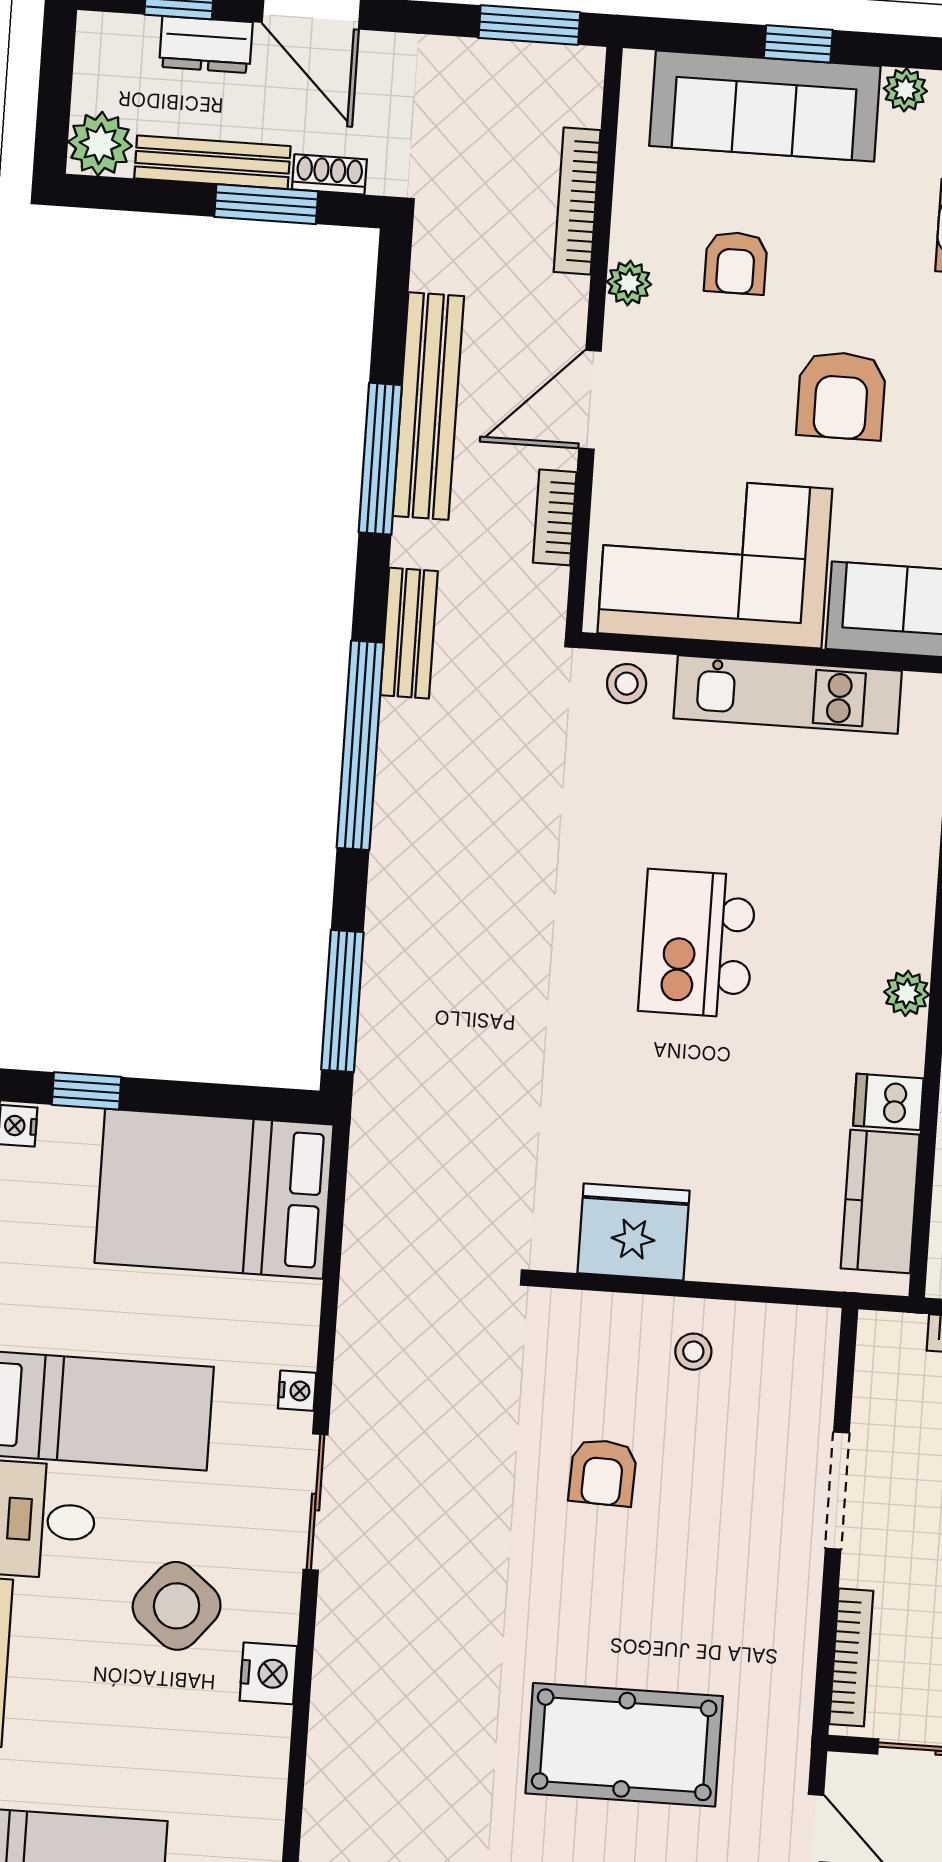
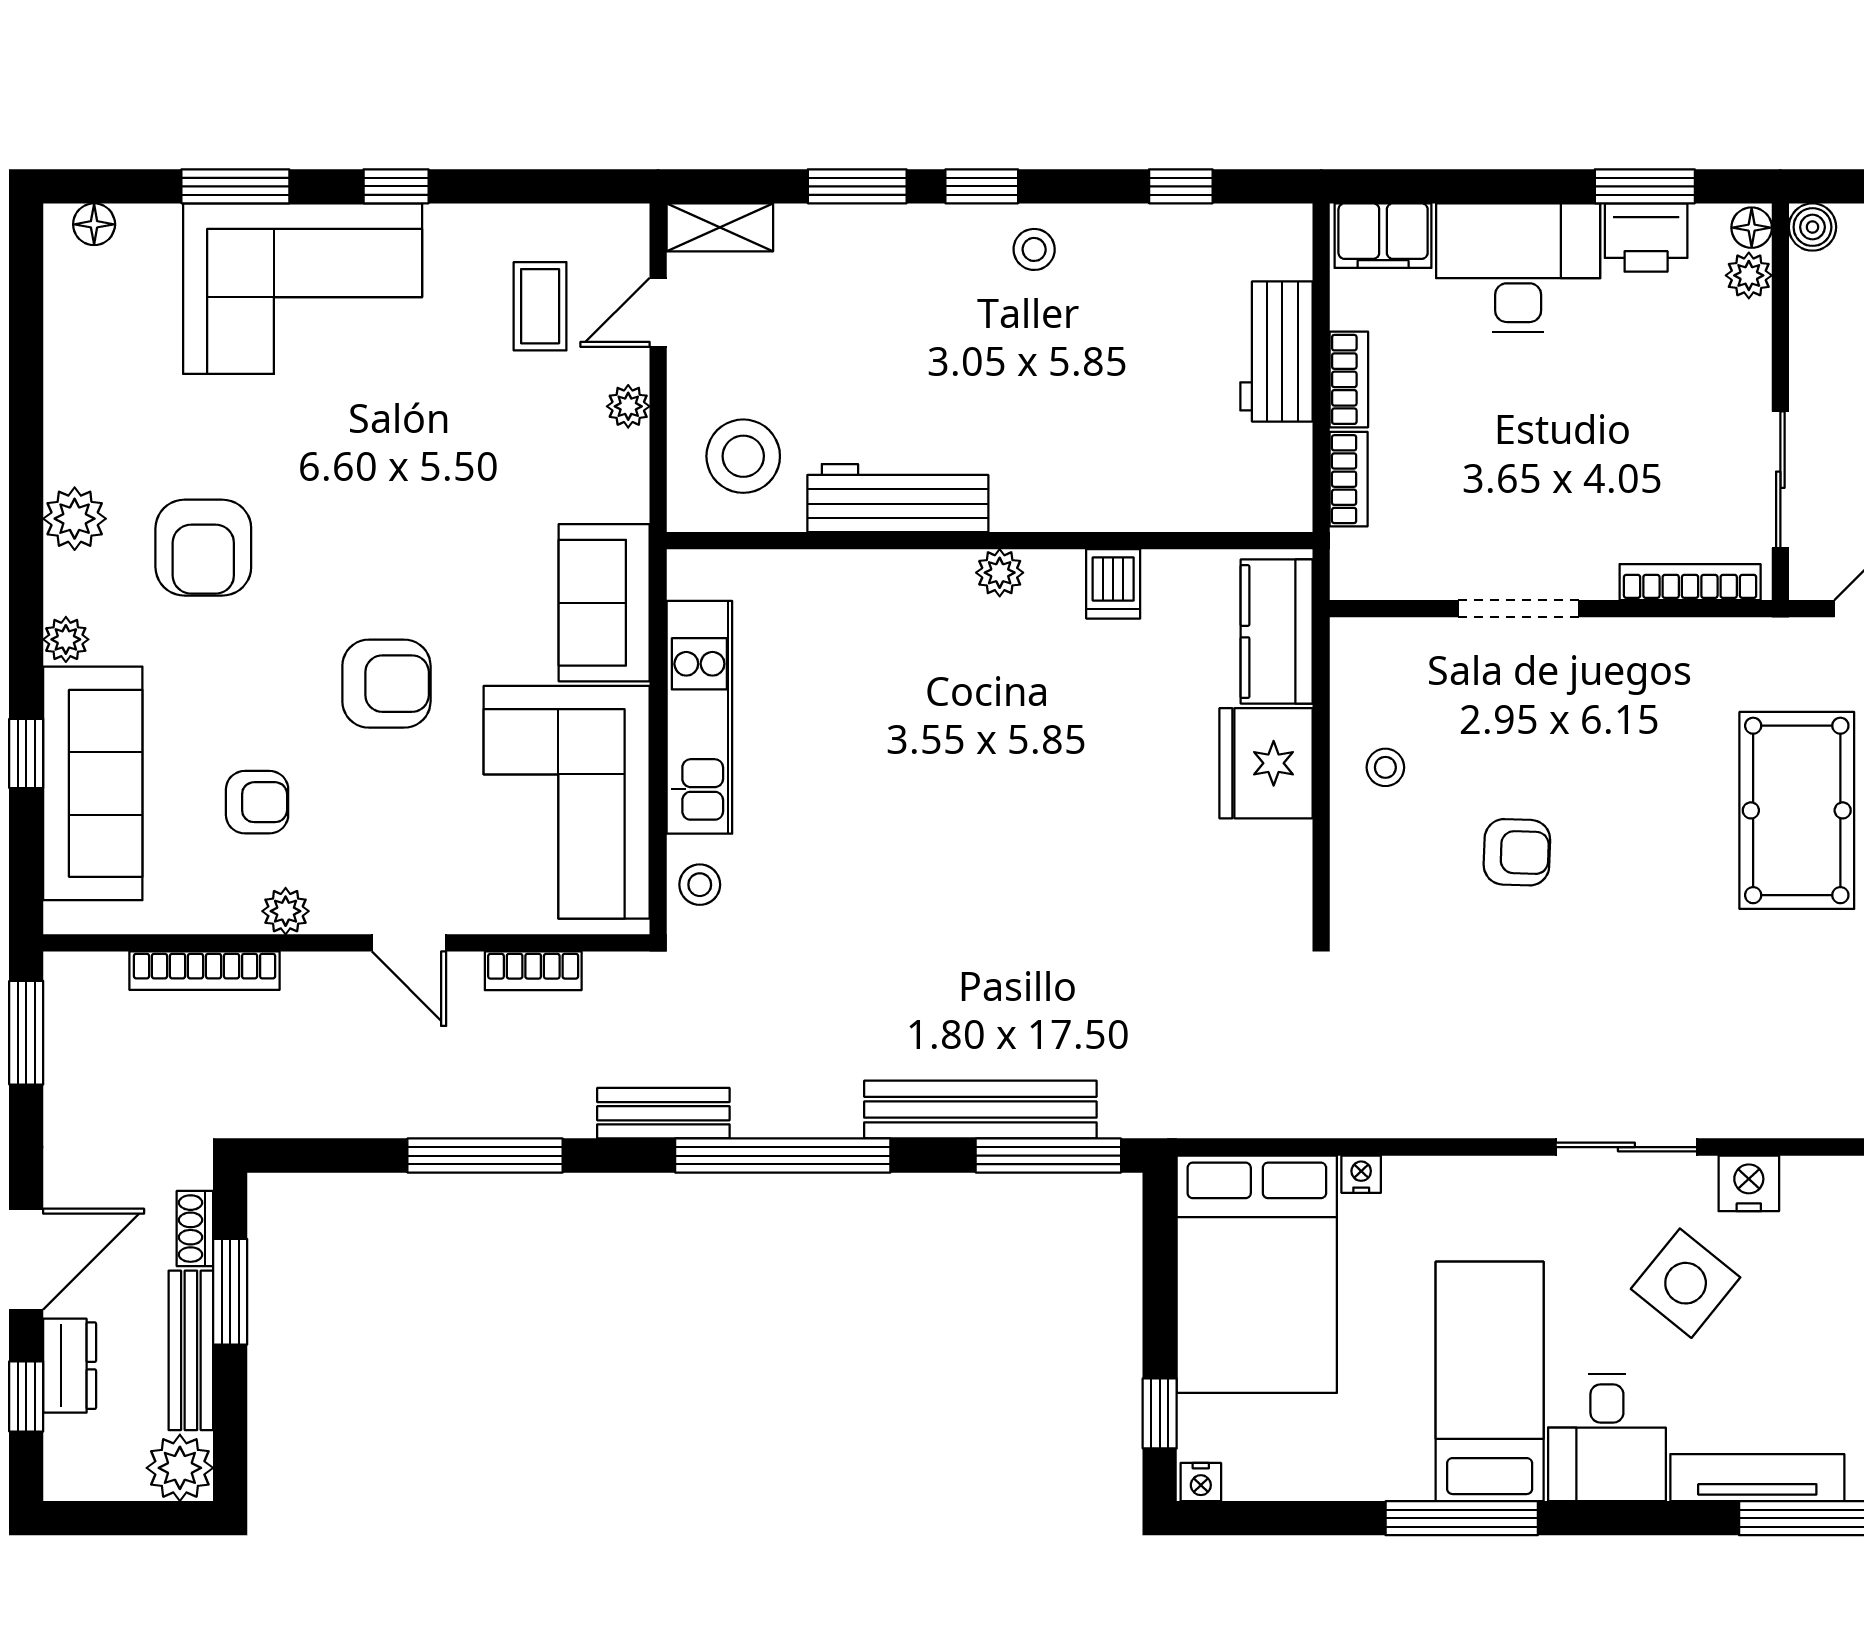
door: (590, 400) -> (409, 943), width x0.73
bench: (428, 406) -> (980, 1110), moved
kitchen island: (697, 943) -> (963, 793), removed
kitchen counter: (880, 1202) -> (1277, 632), moved, turned 90
fridge: (634, 1232) -> (1266, 763), moved
nightstand: (297, 1391) -> (1361, 1174), moved
sliding door: (316, 1502) -> (1626, 1147), moved

